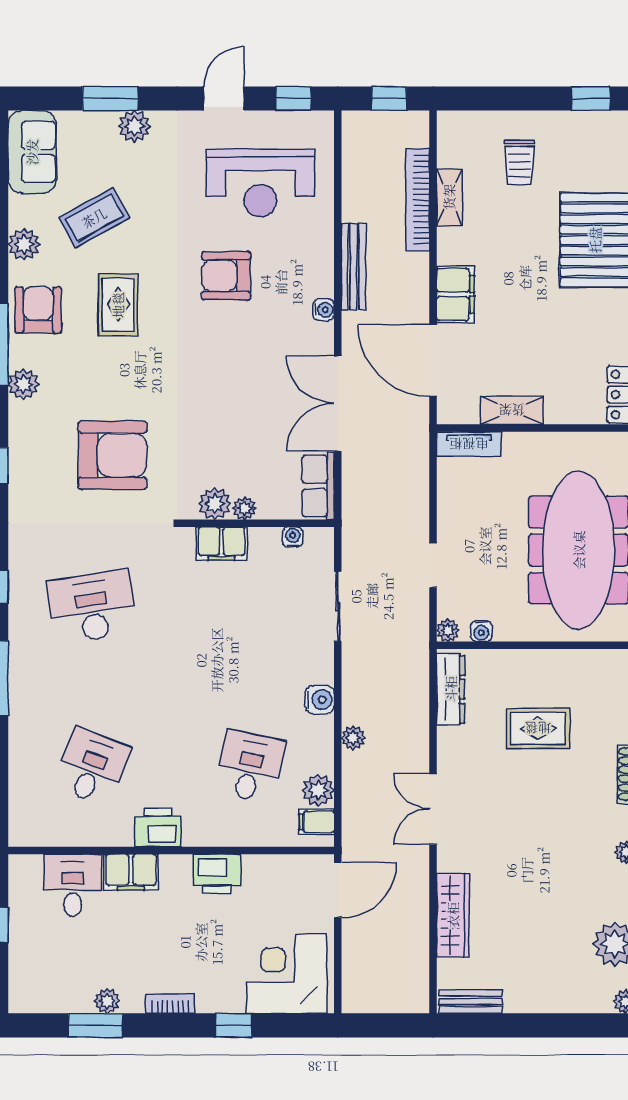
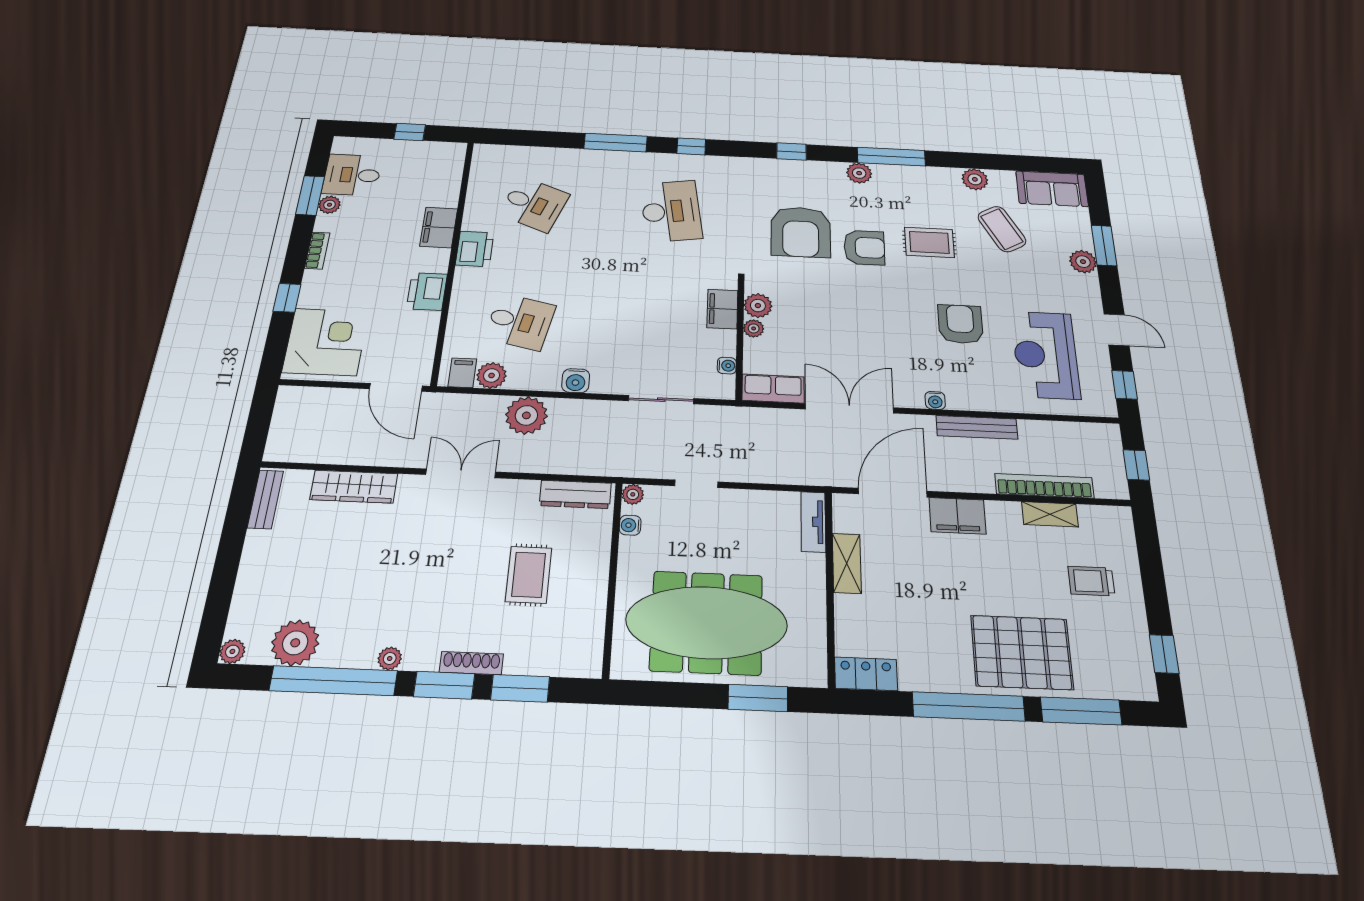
armchair: (38, 310) -> (864, 248), moved
plant: (353, 738) -> (526, 415), width x1.87, depth x1.87
desk: (73, 885) -> (352, 175), moved, turned 180

